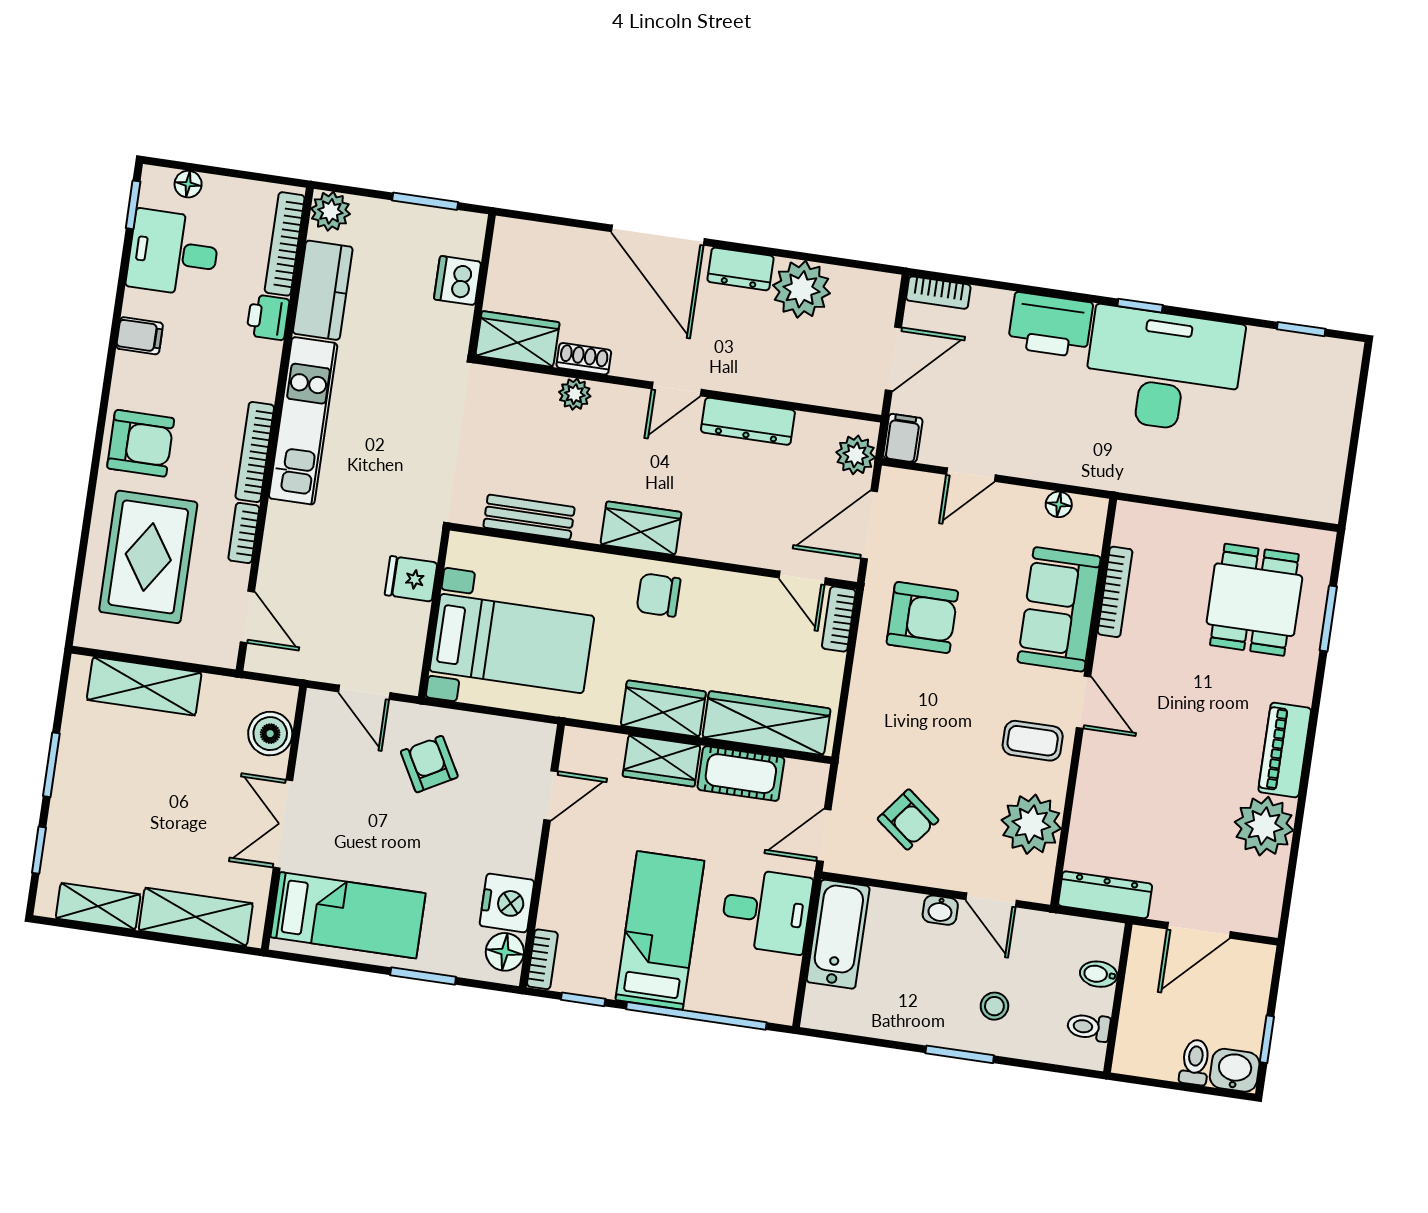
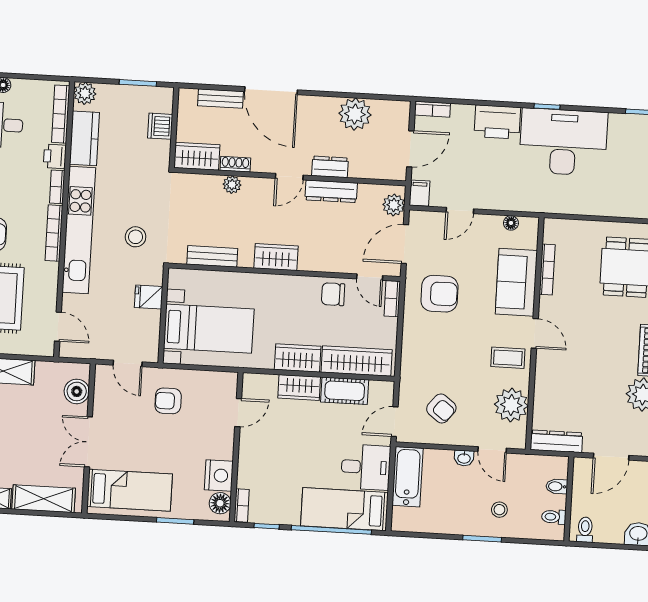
bench: (568, 241) -> (220, 98), added
dresser: (740, 269) -> (330, 167), moved, turned 180
kitchen unit: (303, 421) -> (79, 230), width x1.36
stool: (397, 471) -> (136, 237), added
bookcase: (244, 533) -> (57, 187), moved
chair: (659, 595) -> (333, 294), moved
armchair: (429, 764) -> (168, 401), turned -61
bed: (660, 930) -> (344, 509), moved, turned -90
toilet: (1195, 1062) -> (585, 530), moved

